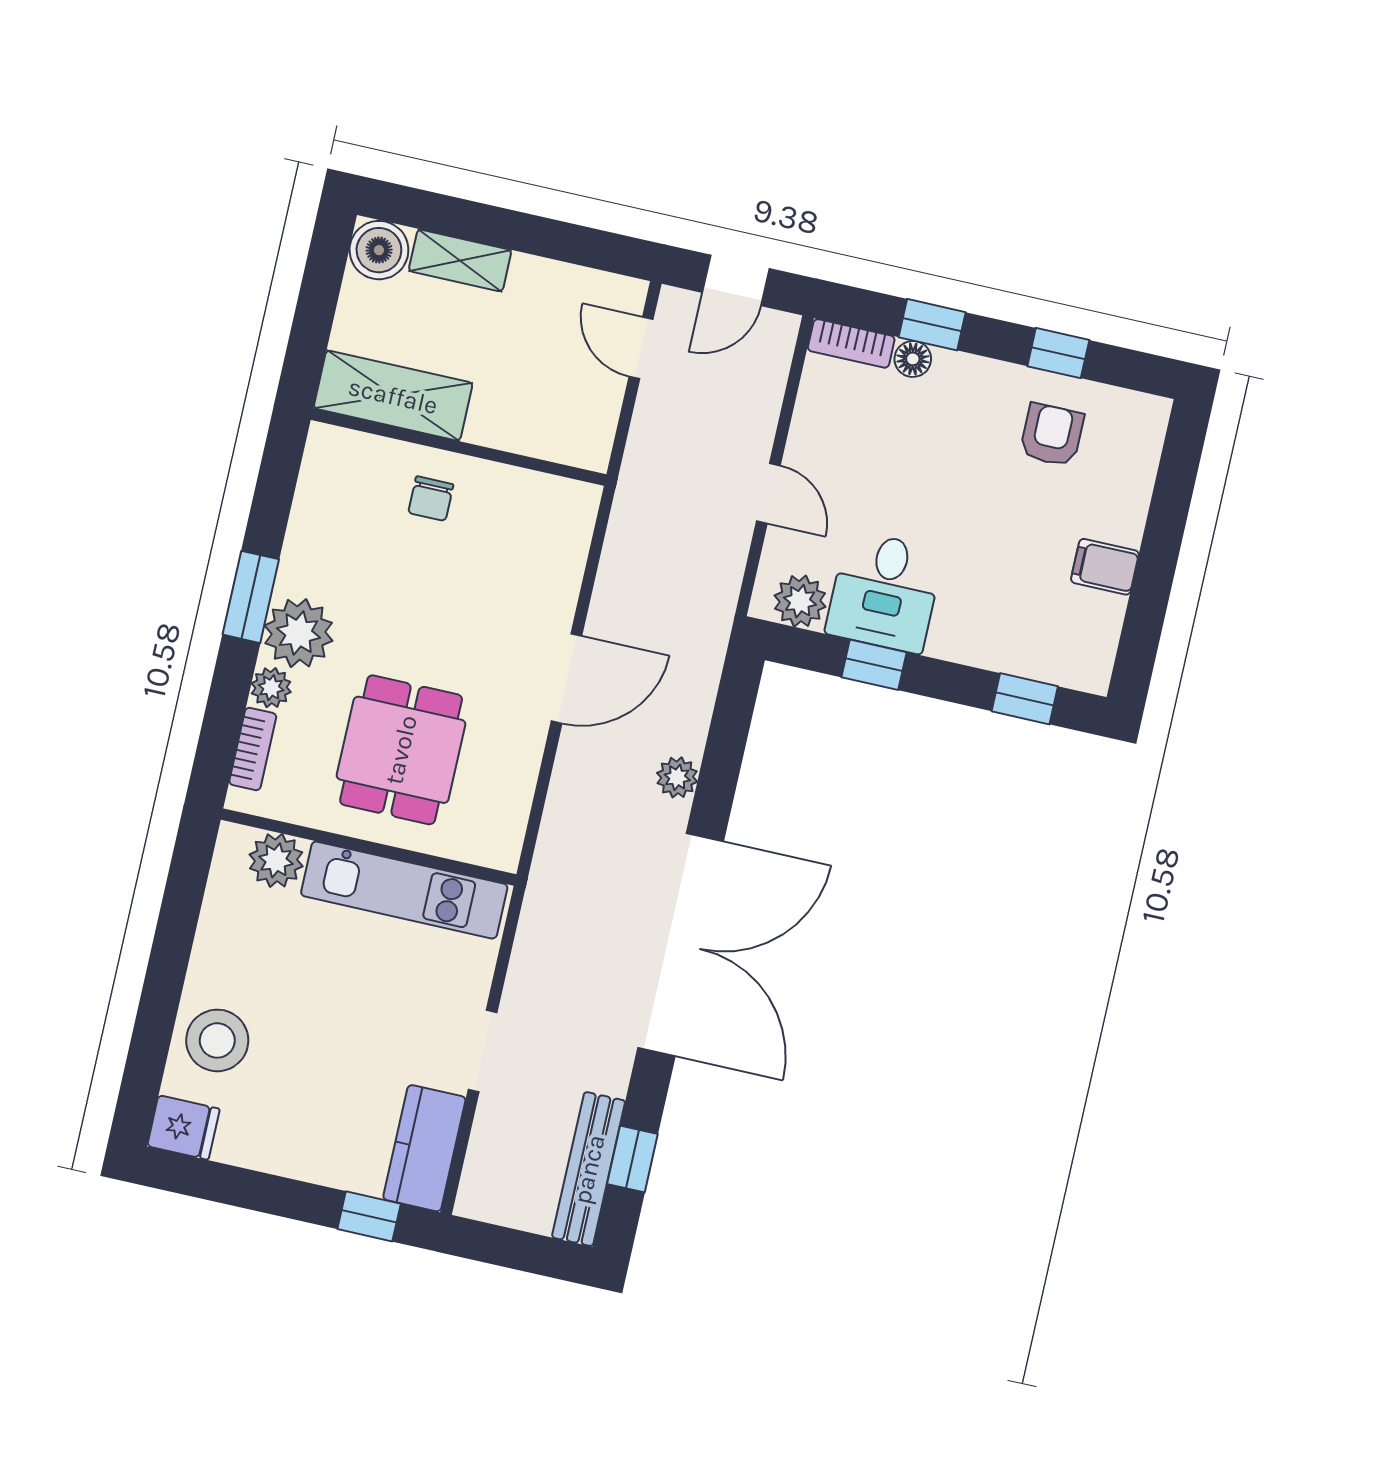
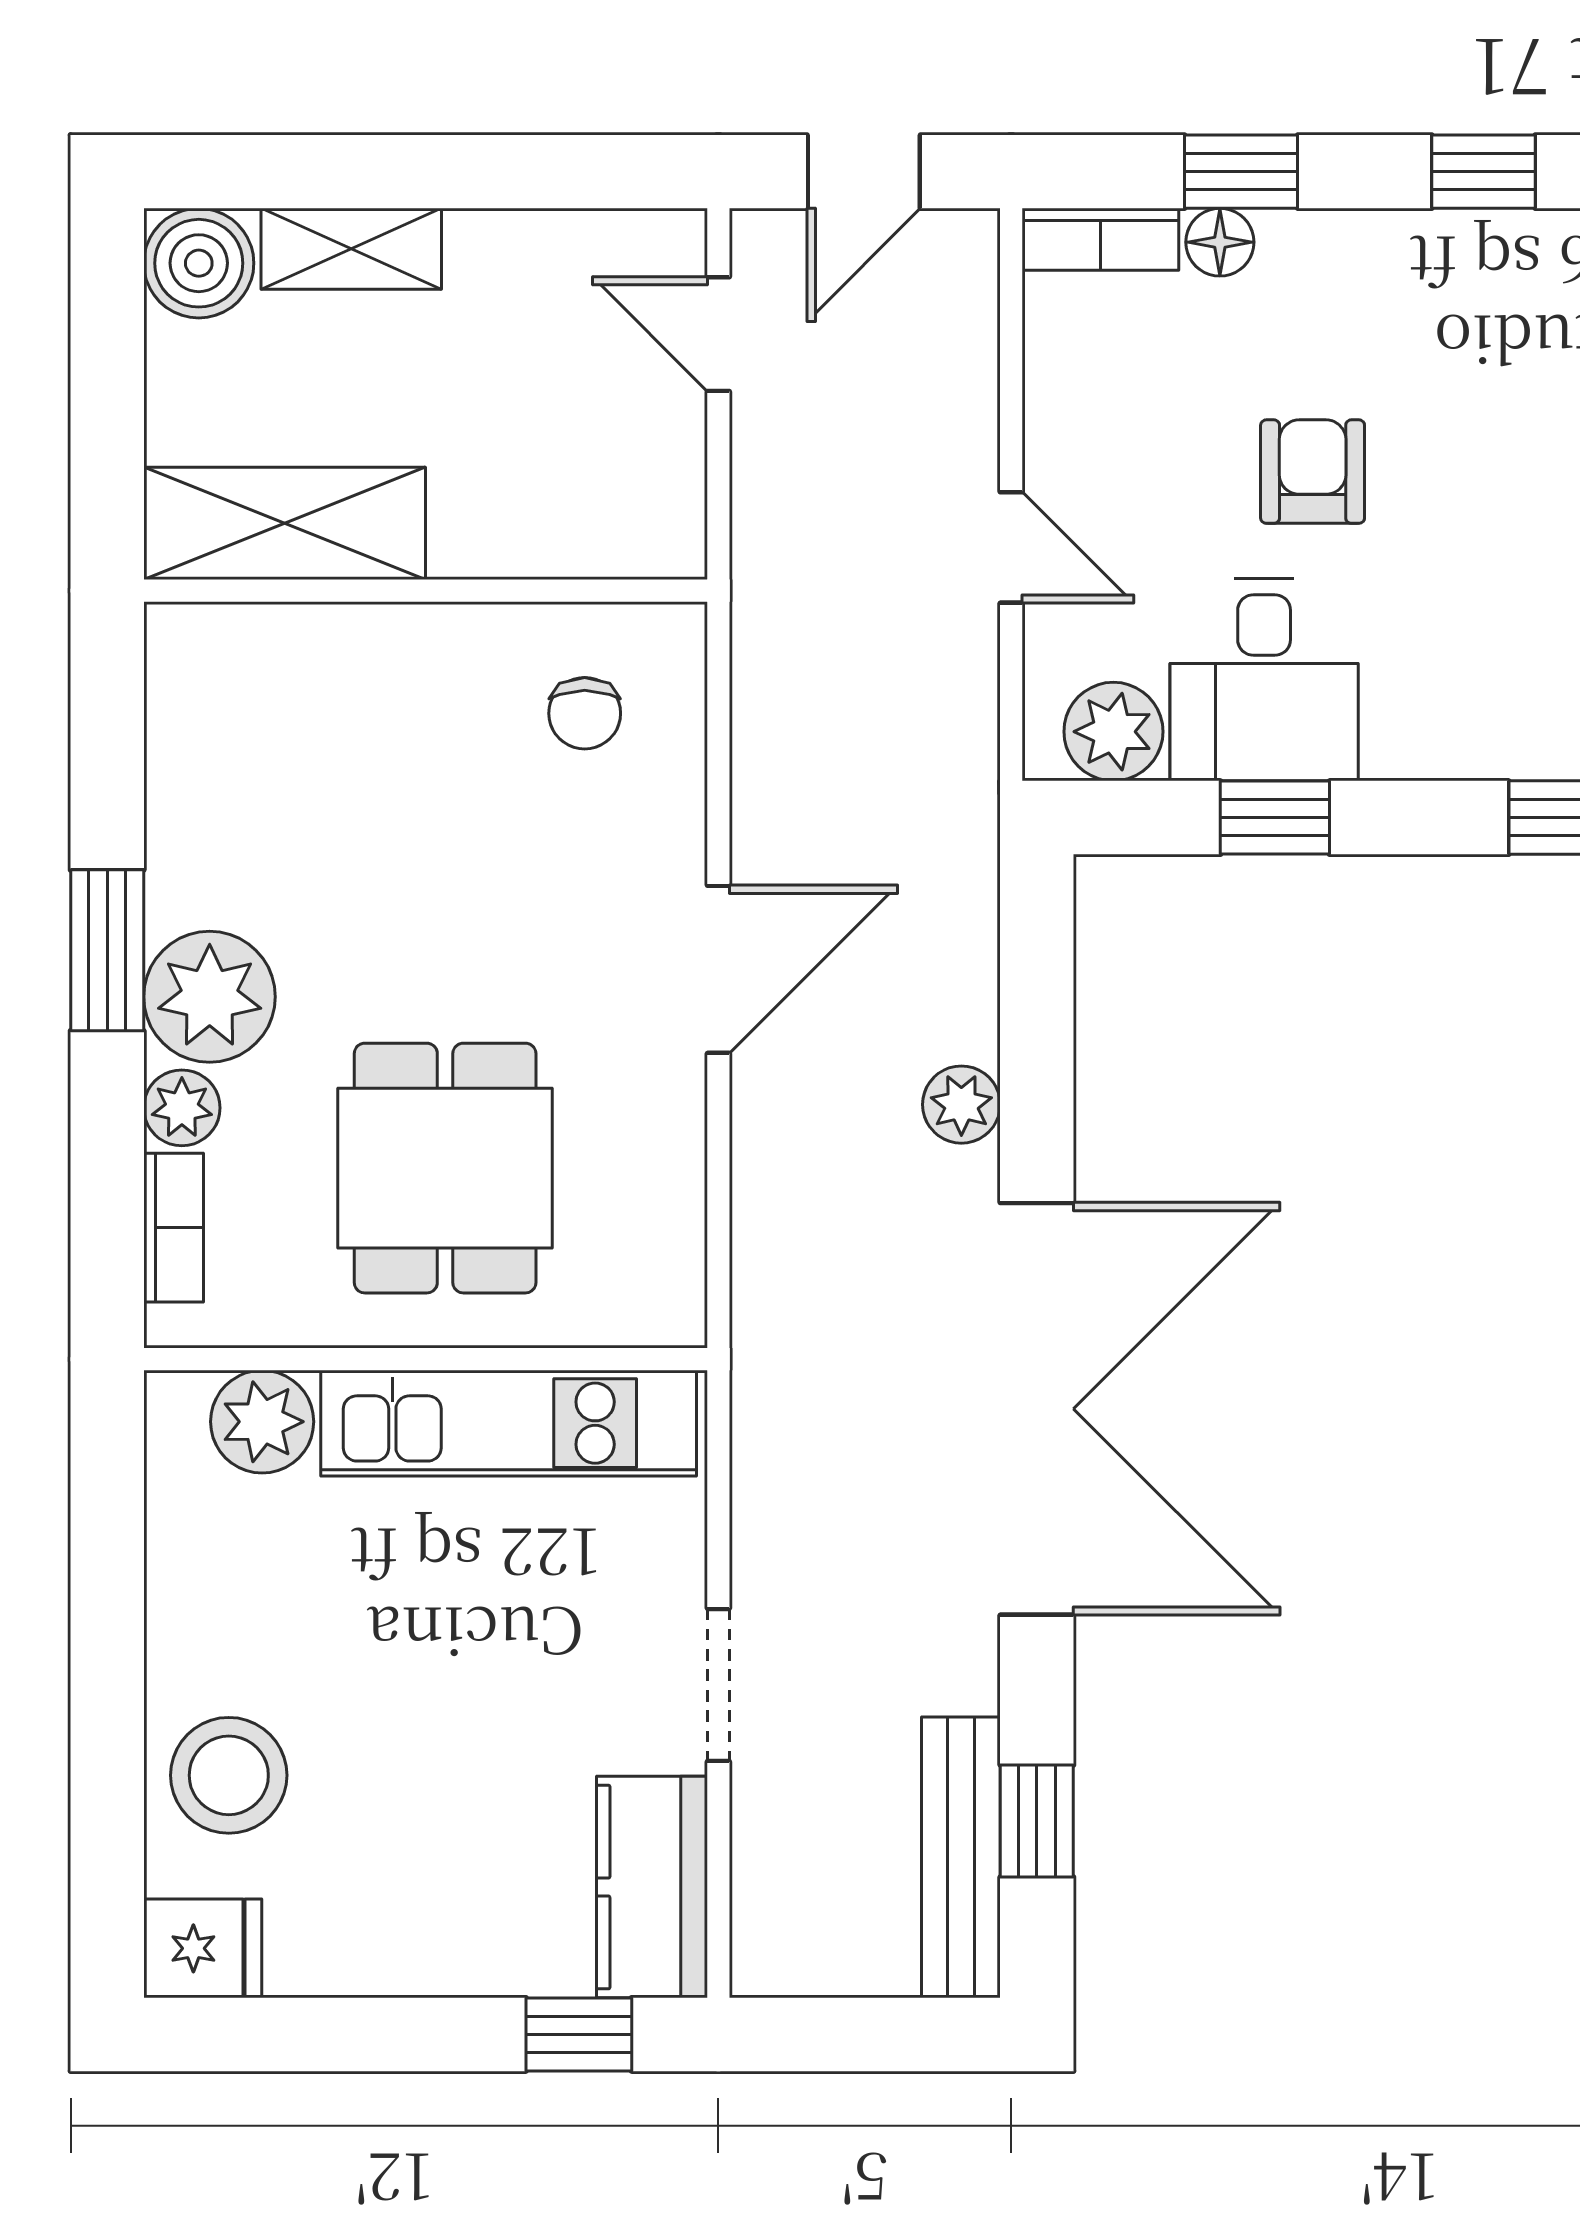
armchair: (1052, 435) -> (1313, 472), moved
chair: (431, 499) -> (585, 713), moved

